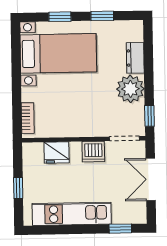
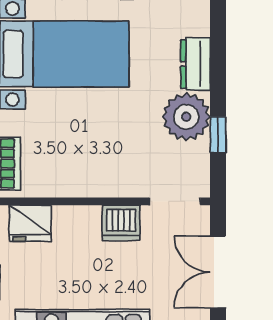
window: (149, 116) -> (218, 135), moved
fridge: (57, 152) -> (30, 223), moved

